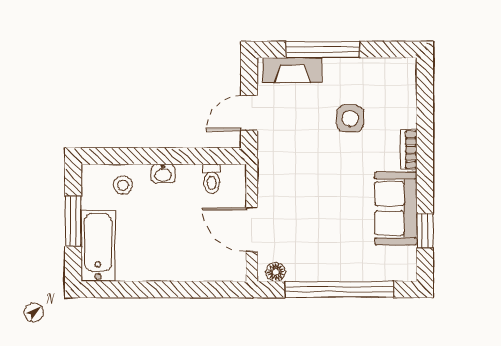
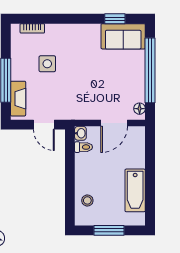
bookcase: (409, 149) -> (32, 28), moved
washbasin: (163, 174) -> (80, 133), moved
sofa: (396, 208) -> (123, 36), moved
bathtub: (98, 246) -> (135, 190), moved, turned -90

